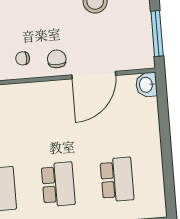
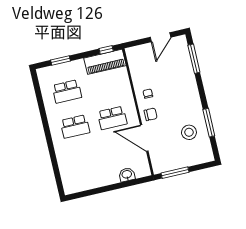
washbasin: (146, 85) -> (127, 175), moved
school desk: (117, 179) -> (112, 118), moved

